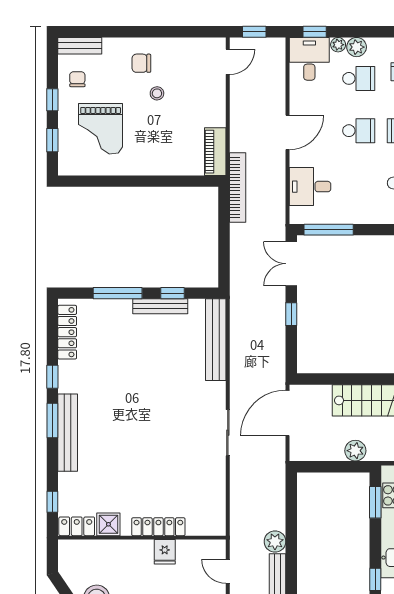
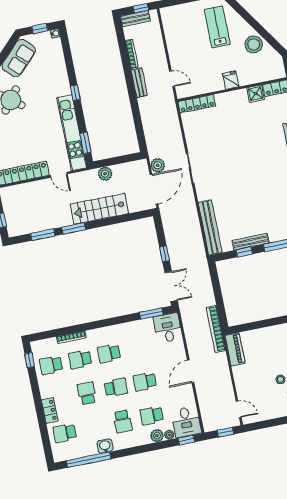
door: (228, 62) -> (239, 409), swing flipped
desk: (310, 187) -> (168, 328), moved, turned -90
window: (329, 230) -> (151, 314), width x0.69
locker: (158, 527) -> (197, 104), moved
plant: (275, 542) -> (158, 165), moved
fridge: (165, 552) -> (231, 80), moved

